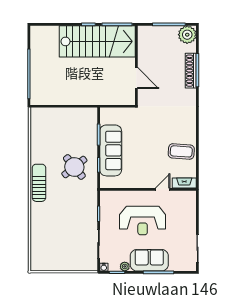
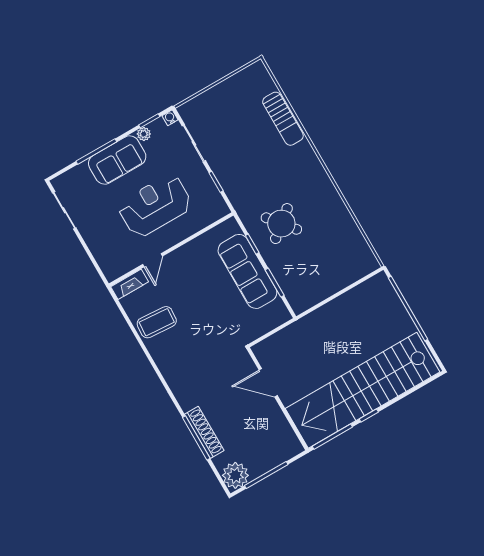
stairs: (97, 41) -> (362, 390), width x1.36
sun lounger: (39, 183) -> (283, 119), moved

